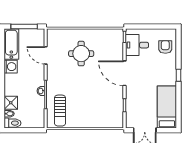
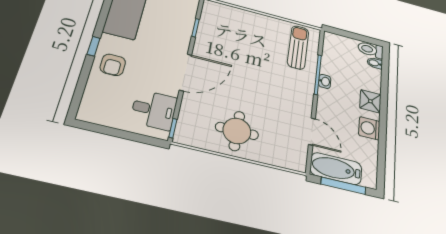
bathtub: (11, 44) -> (336, 169), moved, turned 90
armchair: (165, 47) -> (113, 65), moved
round table: (81, 54) -> (237, 131), moved
door: (124, 73) -> (185, 72), hinge flipped
shower: (11, 103) -> (370, 101), moved

